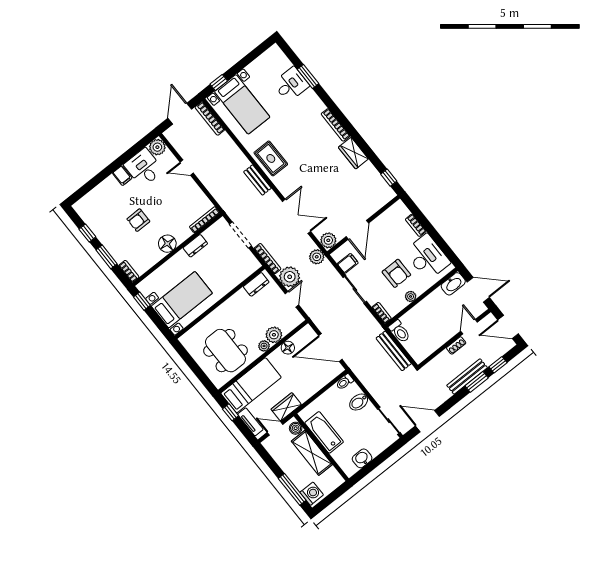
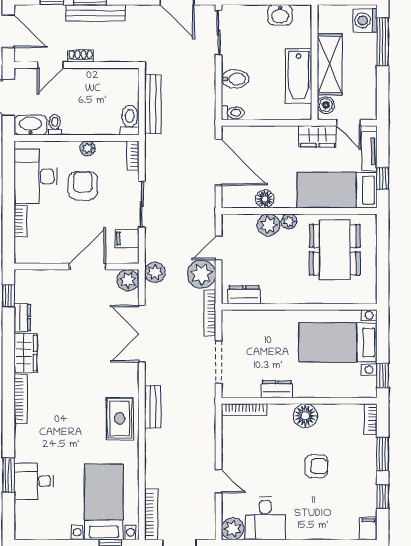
dresser: (371, 172) -> (22, 317), added
filing cabinet: (122, 176) -> (368, 528), moved
toilet: (440, 295) -> (55, 125), added

